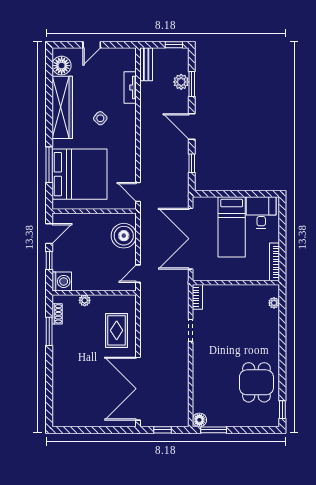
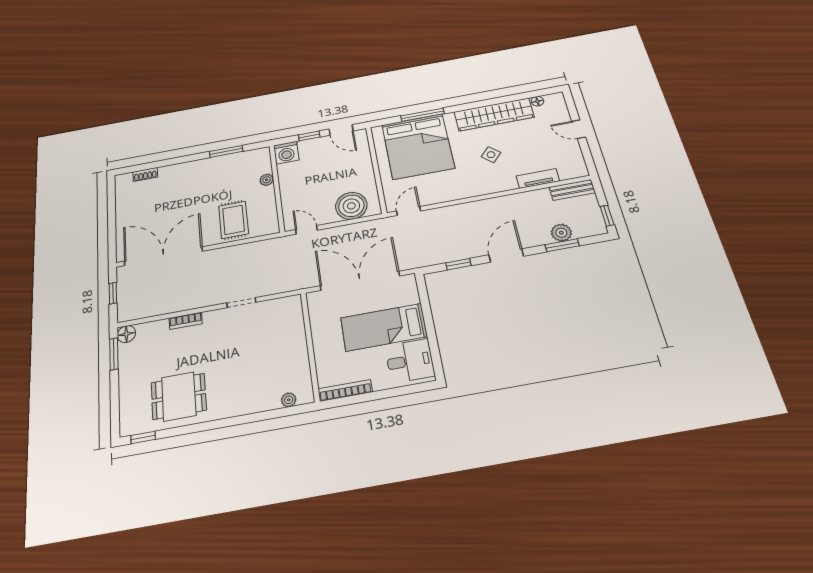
floor lamp: (62, 66) -> (537, 101), width x0.53, depth x0.53
bookcase: (197, 297) -> (186, 321), moved
shoe rack: (57, 314) -> (145, 174), moved
rug: (117, 330) -> (234, 220), turned 90

